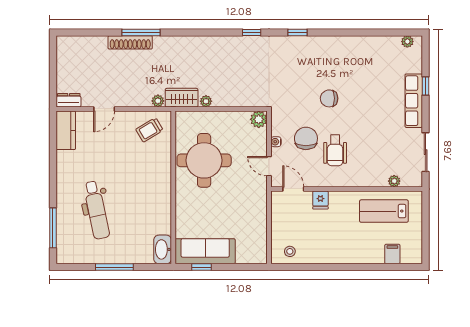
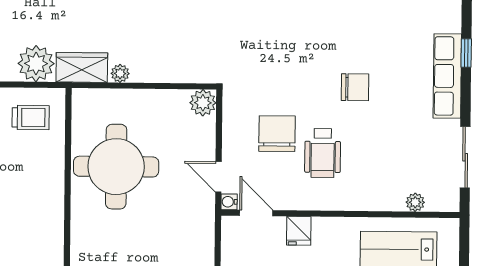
chair: (329, 98) -> (355, 87), moved, turned 180
plant: (158, 101) -> (36, 64), width x1.88, depth x1.88
trolley: (149, 130) -> (31, 118), turned -149
water cooler: (276, 142) -> (229, 202), moved

